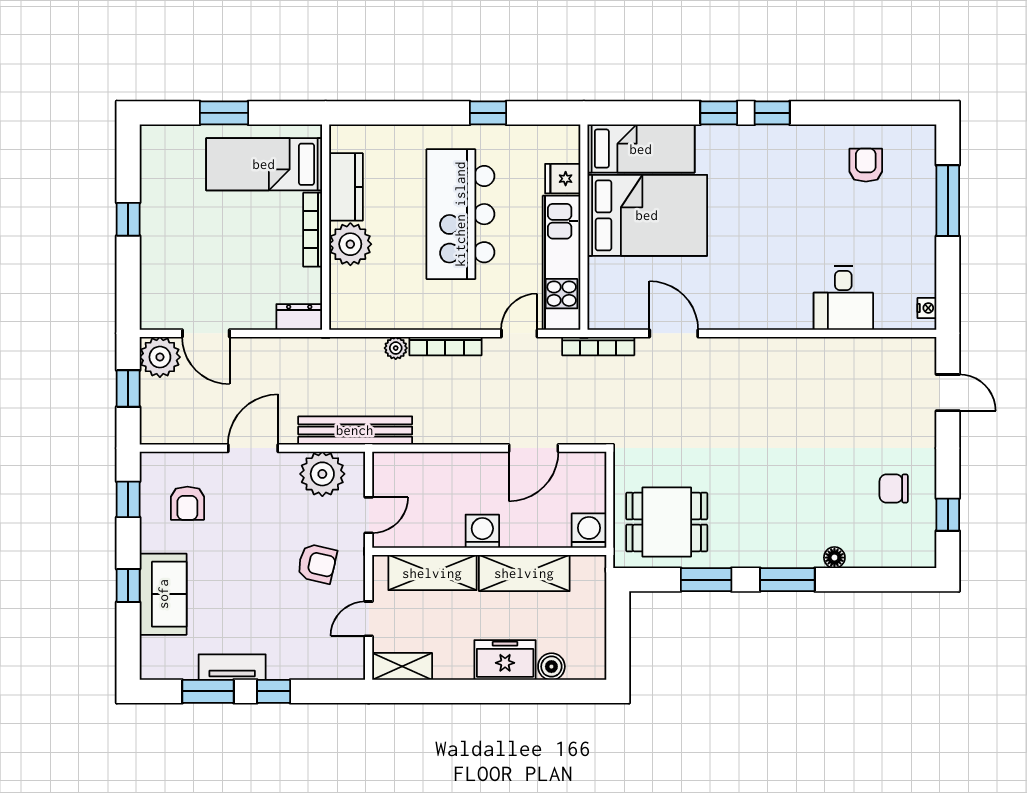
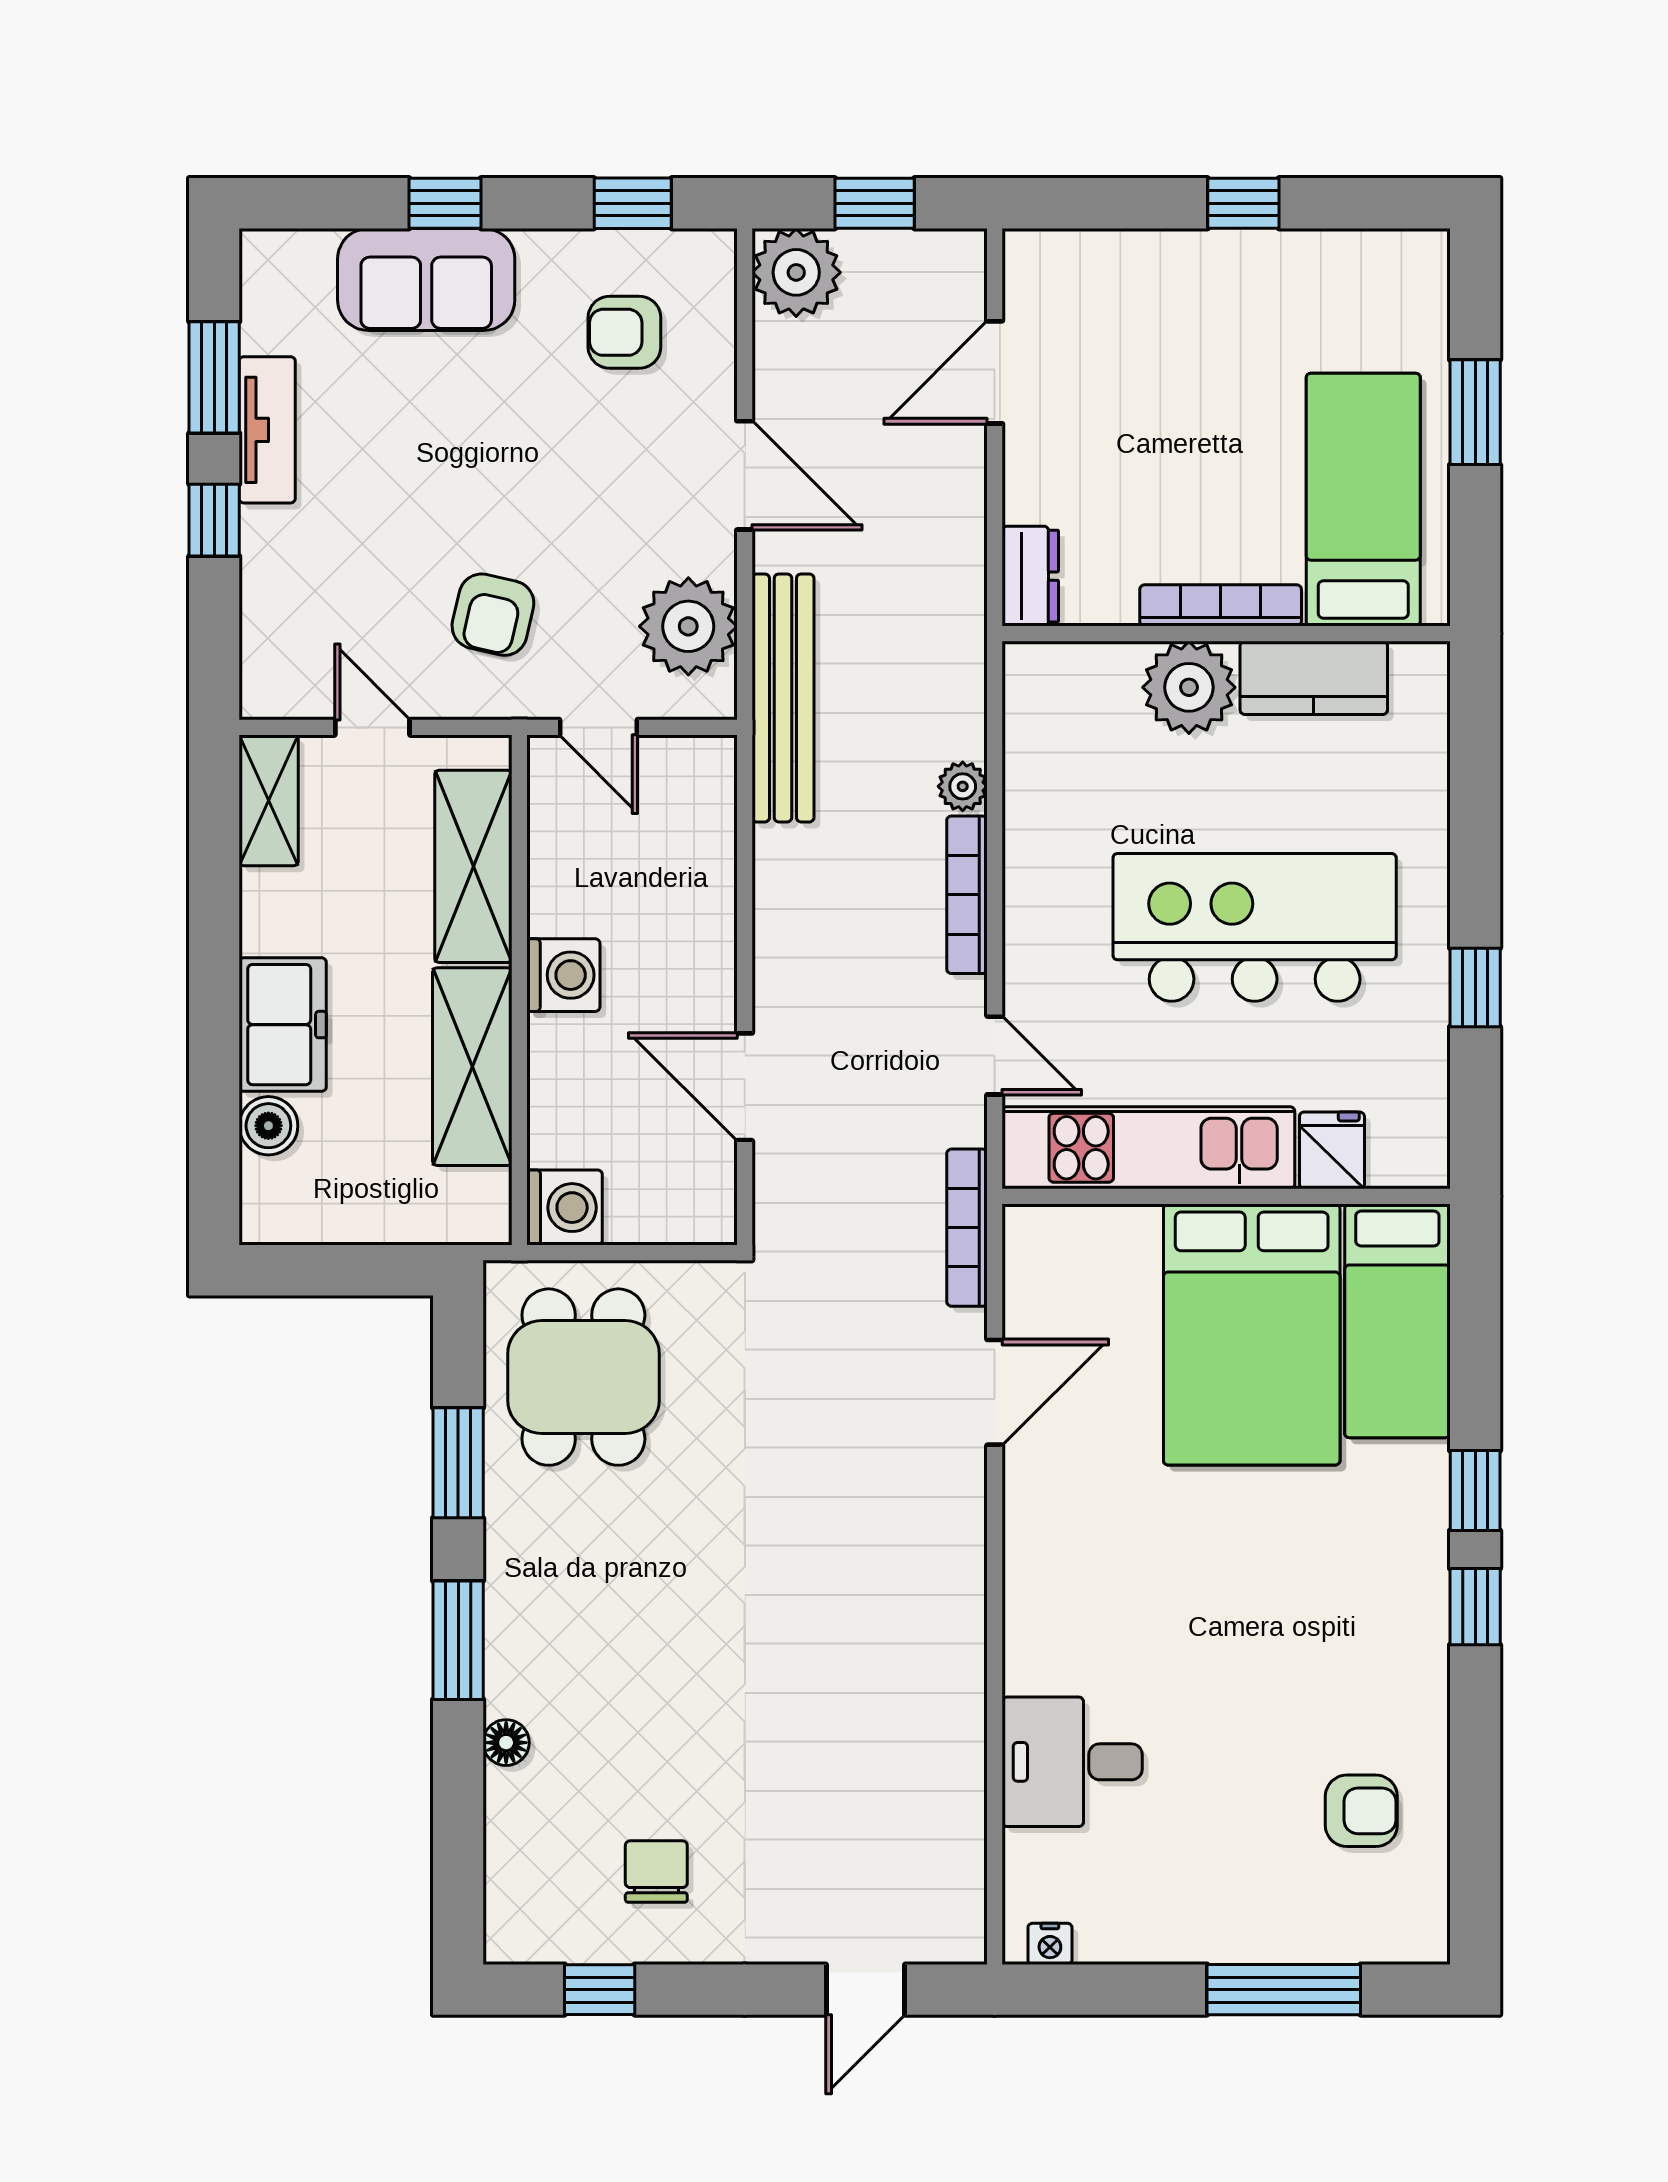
plant: (160, 357) -> (796, 272), moved

